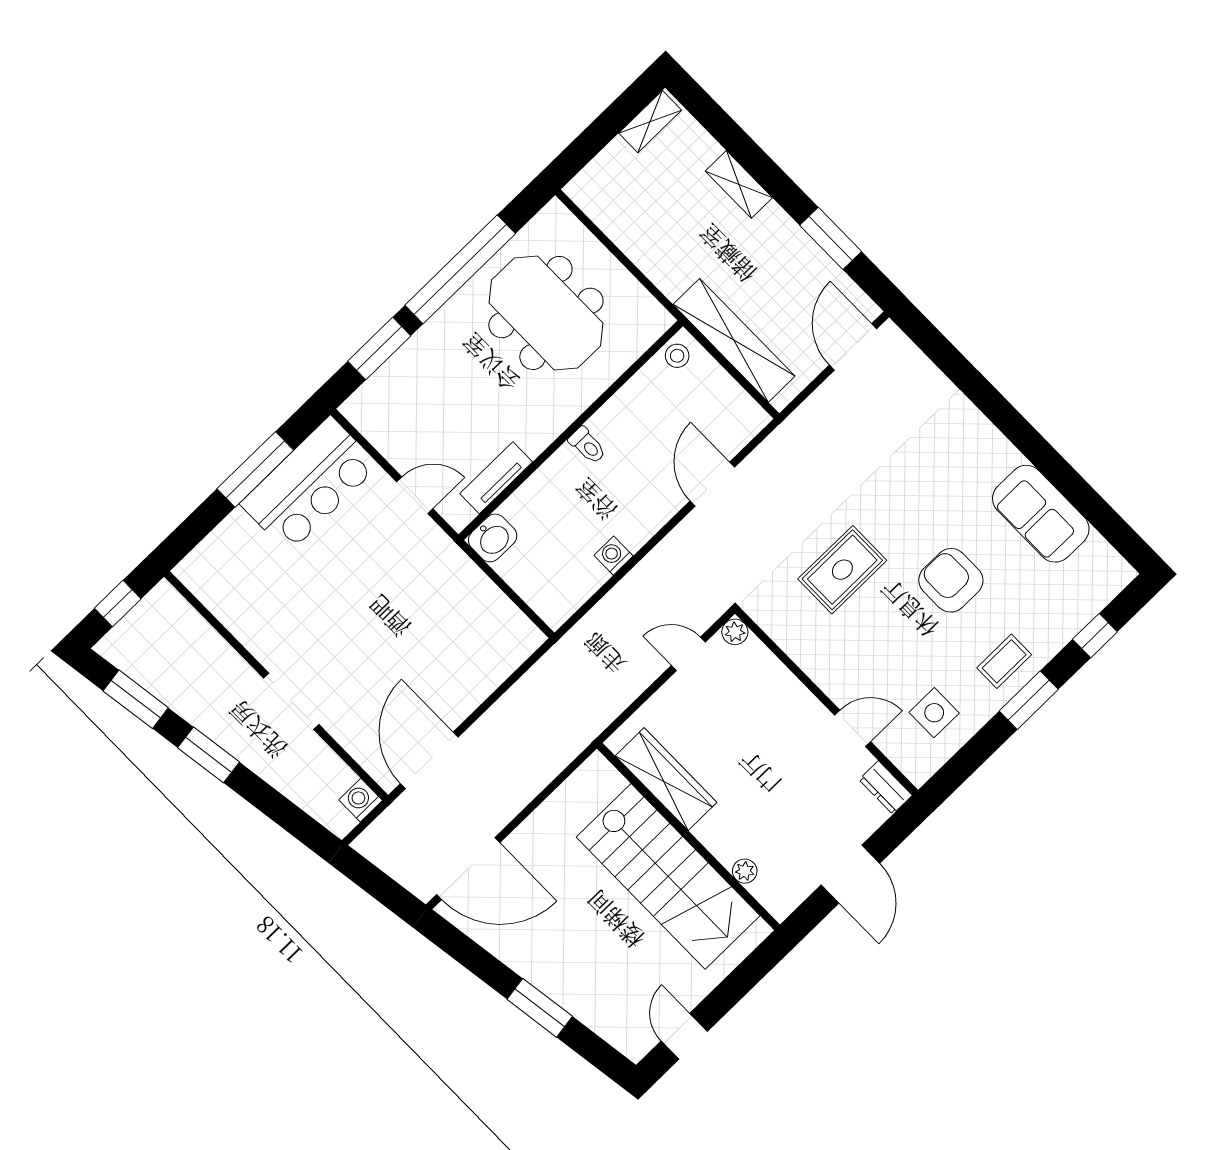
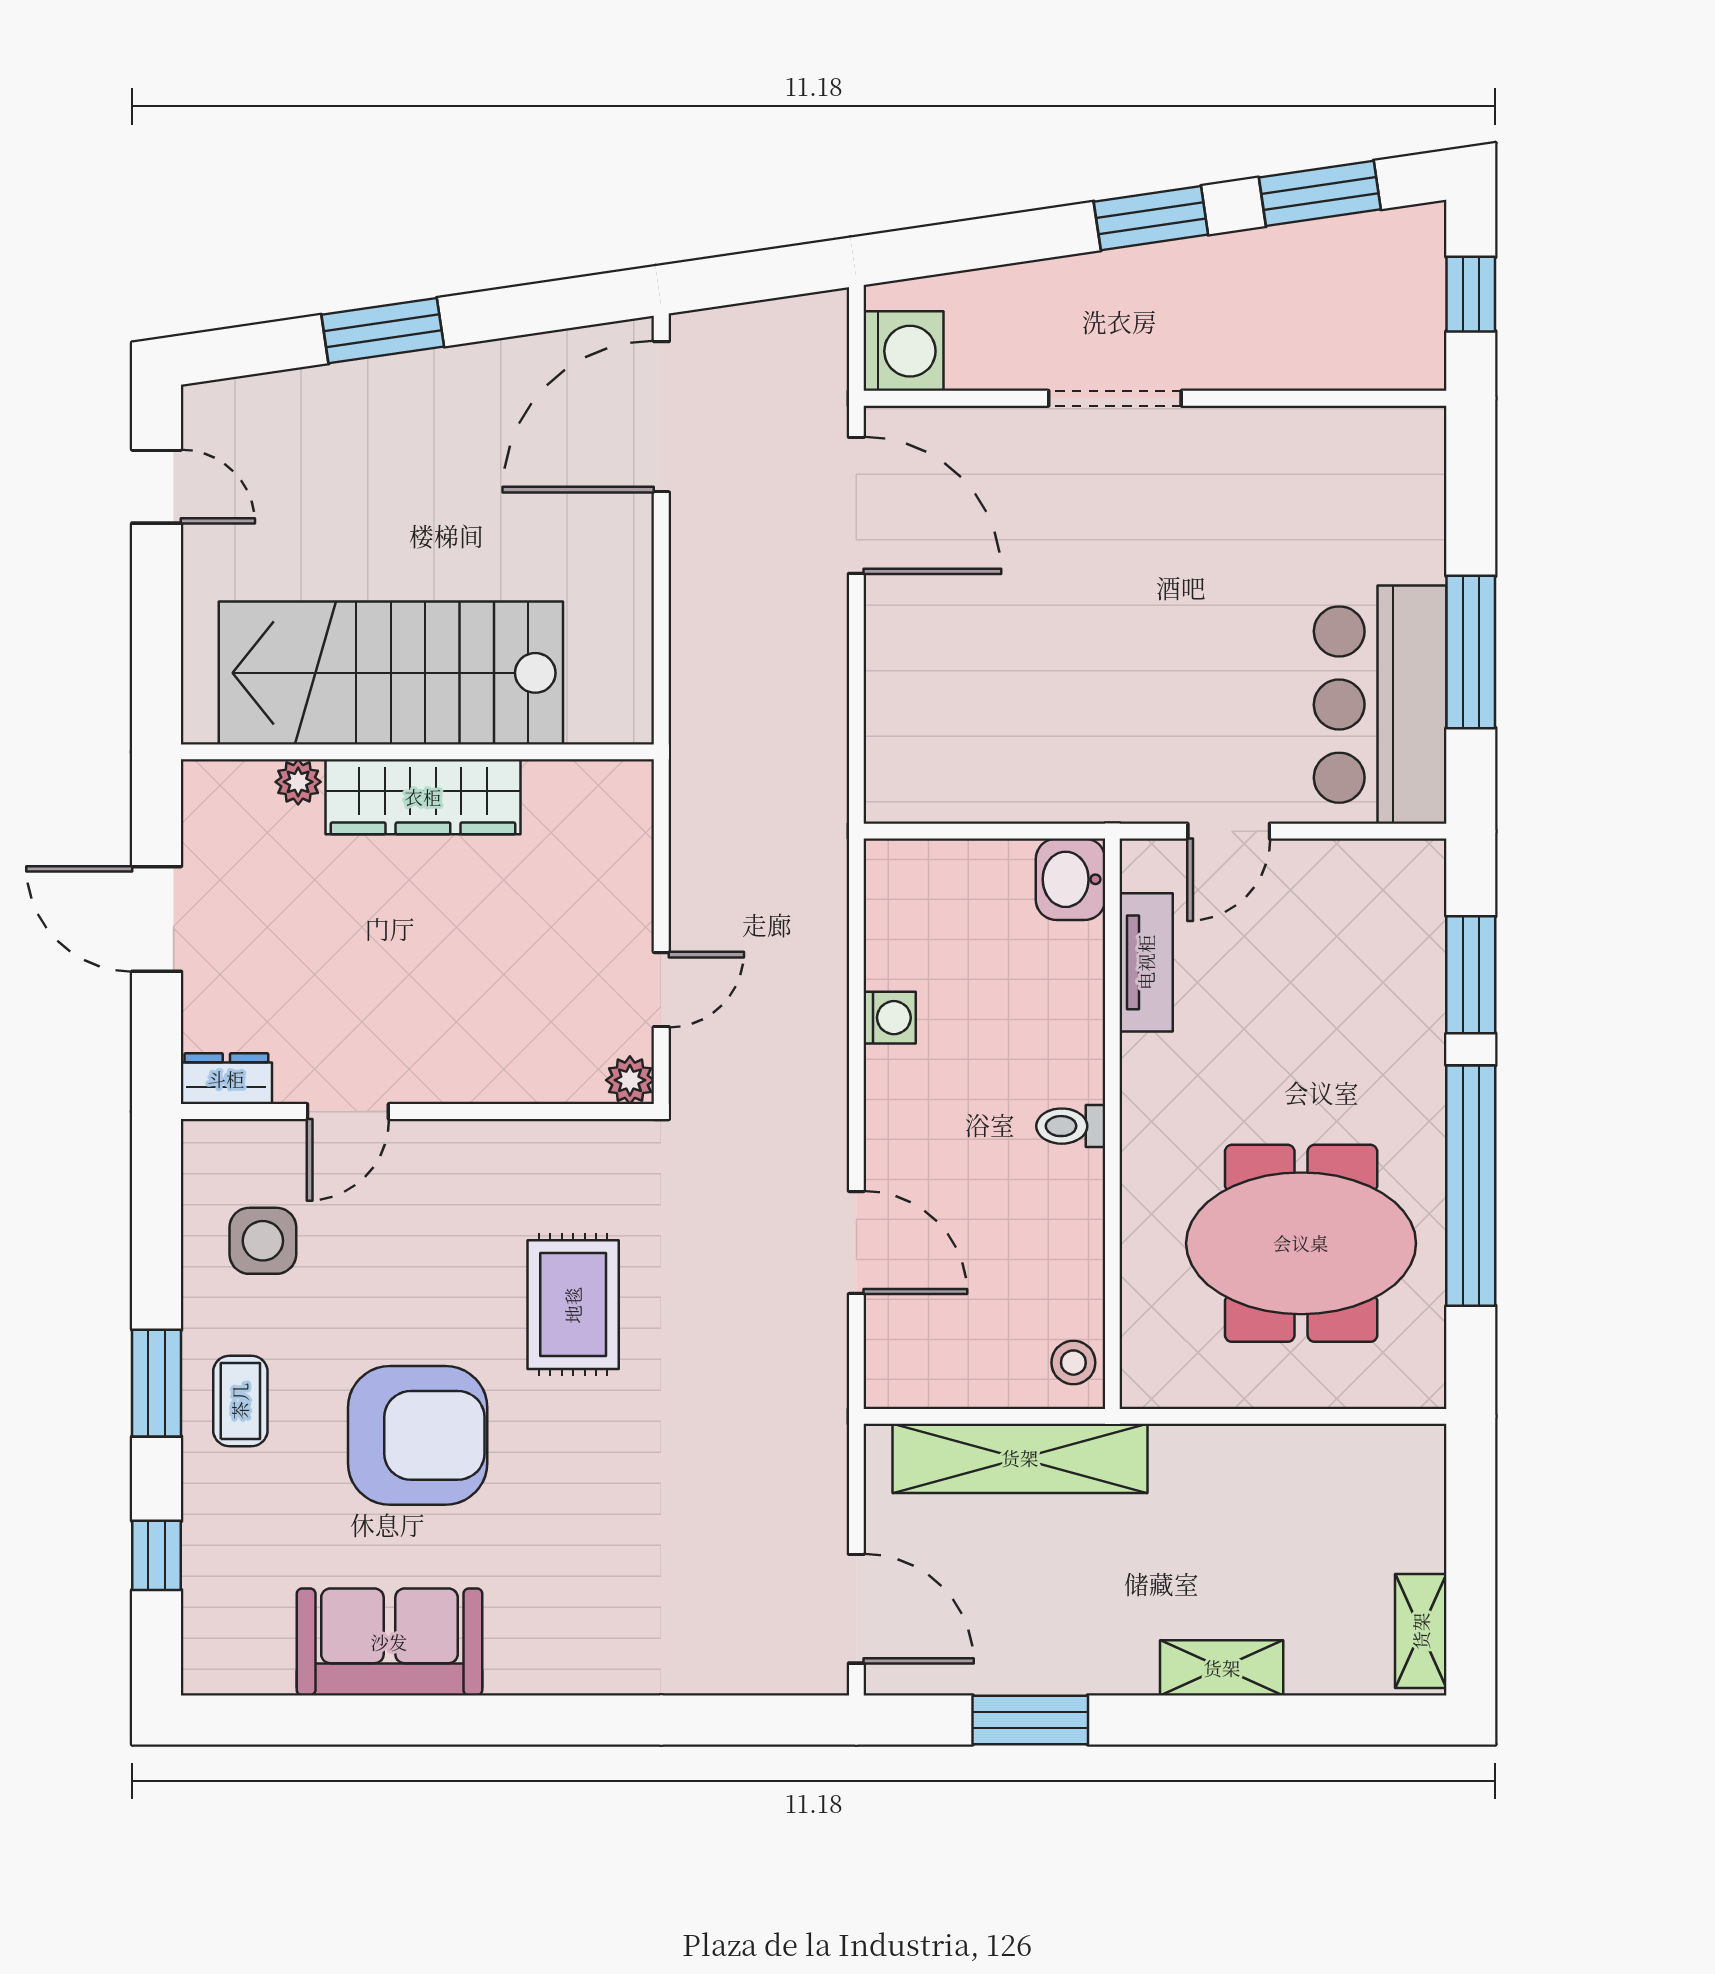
armchair: (951, 580) -> (418, 1435), width x1.36, depth x1.36
wardrobe: (666, 779) -> (423, 797), moved
washing machine: (361, 800) -> (904, 351), width x1.38, depth x1.38

